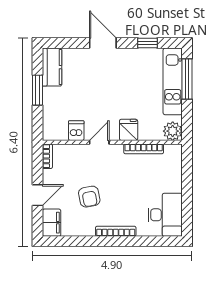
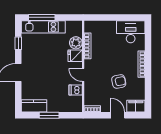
plant: (173, 131) -> (76, 43), moved

